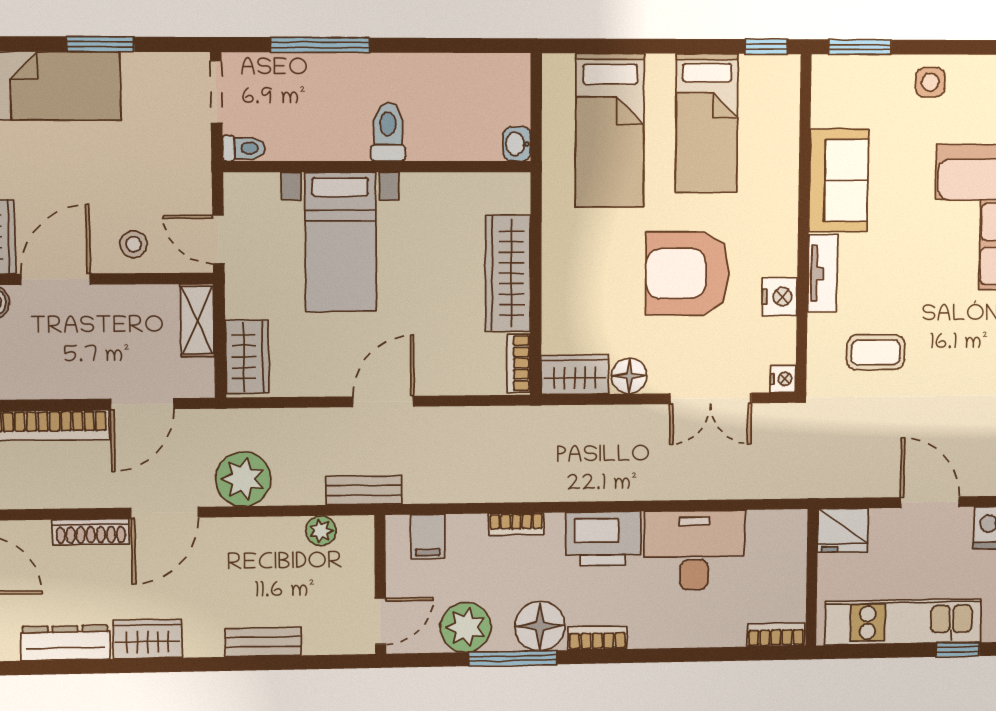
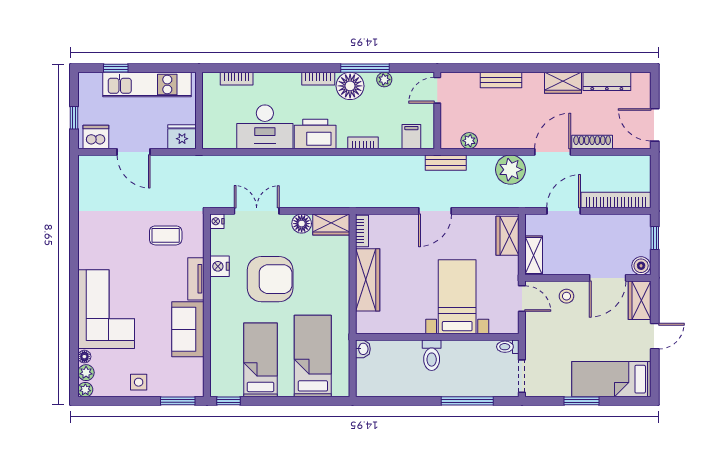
plant: (466, 627) -> (384, 80), width x0.53, depth x0.53
bookcase: (776, 635) -> (237, 79), moved

